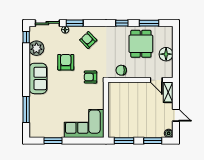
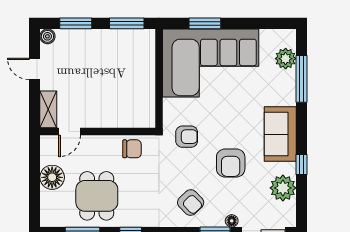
window: (26, 37) -> (301, 165), moved
door: (156, 80) -> (70, 132), swing flipped
plant: (35, 121) -> (286, 59), added
corner sofa: (84, 123) -> (211, 63), width x1.36, depth x1.36
window: (53, 141) -> (205, 23), moved

